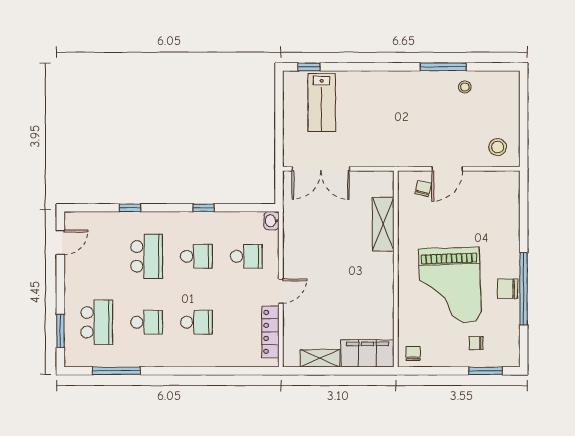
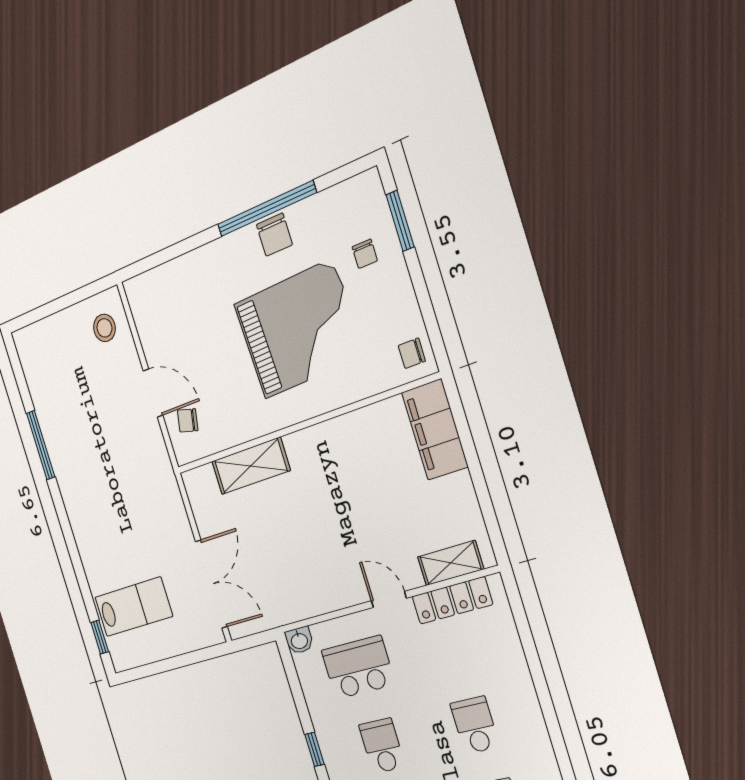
stool: (465, 87) -> (53, 405), removed
school desk: (246, 256) -> (358, 667), width x1.85
shelving: (320, 358) -> (451, 563), moved, turned 90

